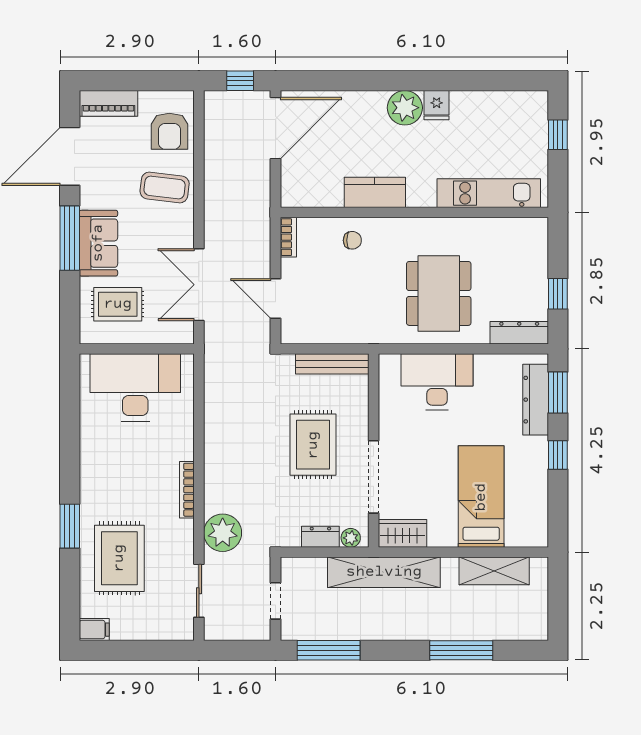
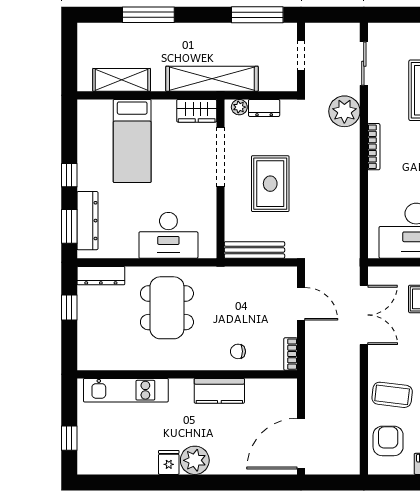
window: (240, 81) -> (330, 482), removed

